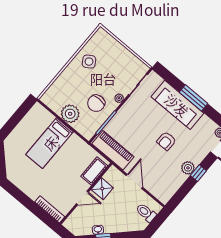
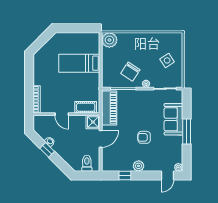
side table: (89, 62) -> (167, 60), moved
chair: (96, 103) -> (130, 72), turned -57
sofa: (177, 105) -> (173, 119), width x0.73
plant: (70, 114) -> (109, 40), moved
window: (198, 173) -> (125, 175), moved
shower: (102, 189) -> (93, 122), moved

